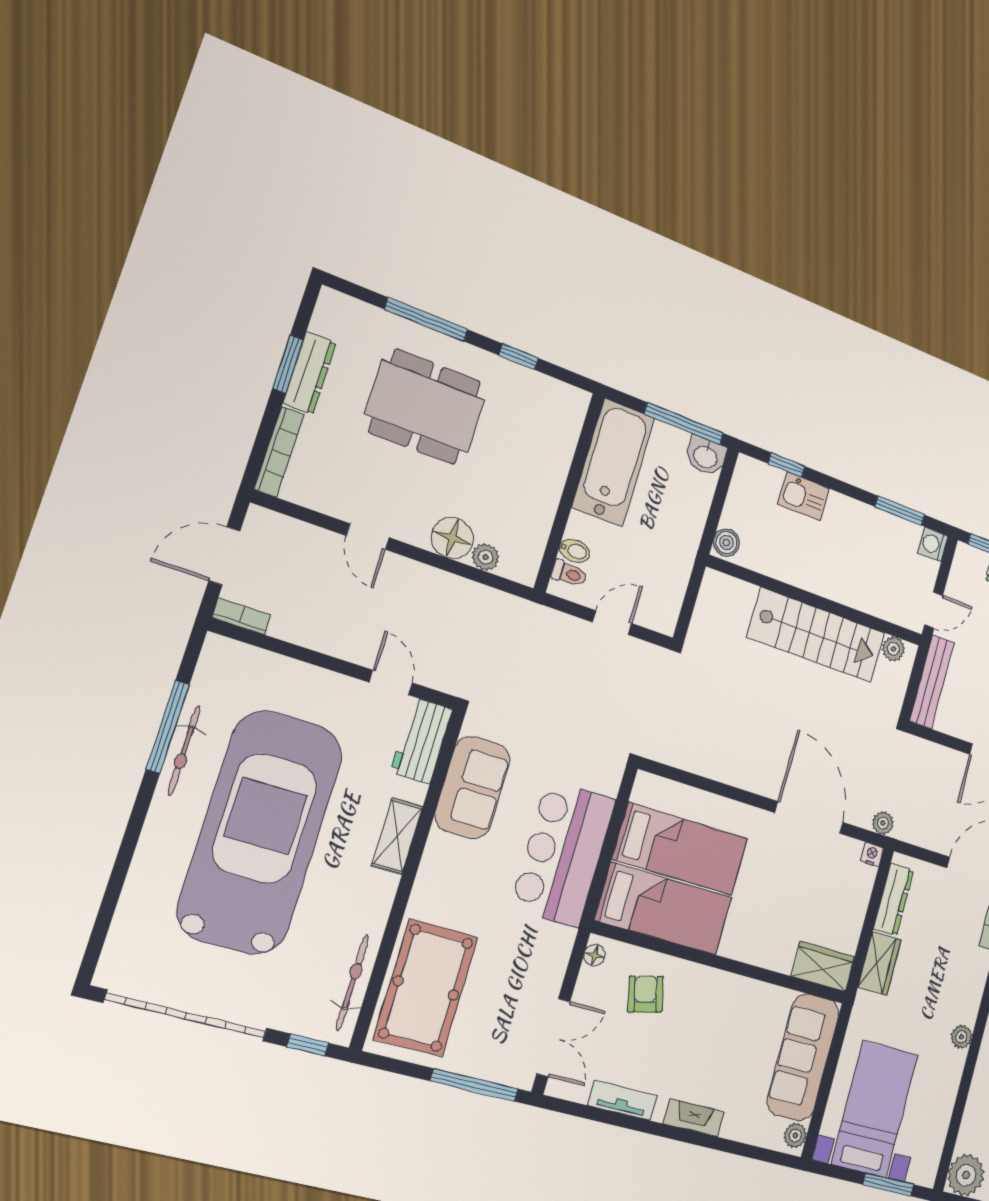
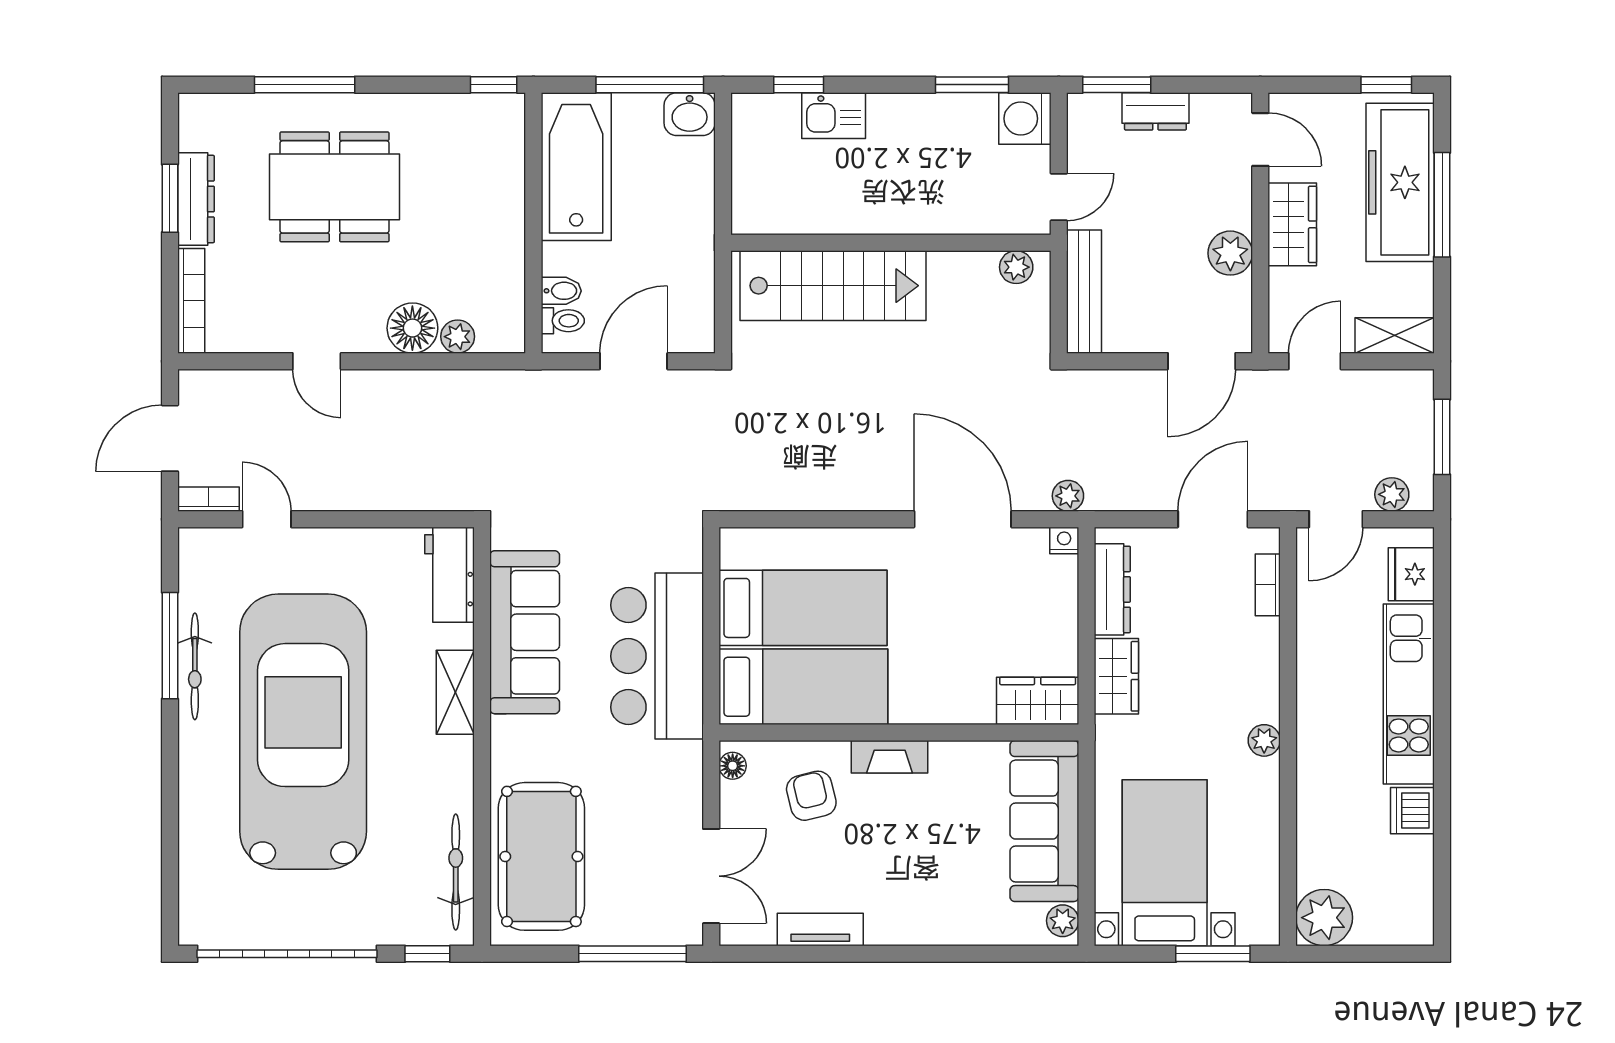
window: (518, 357) -> (494, 85), moved
boiler: (726, 543) -> (749, 212), removed
washing machine: (933, 544) -> (1025, 119), width x1.38, depth x1.38
door: (612, 623) -> (634, 361), width x1.38
stairs: (816, 635) -> (833, 286), moved
door: (391, 683) -> (267, 519), moved
sofa: (472, 787) -> (525, 632), width x1.36
fireplace: (694, 1118) -> (890, 757), moved, turned 180

